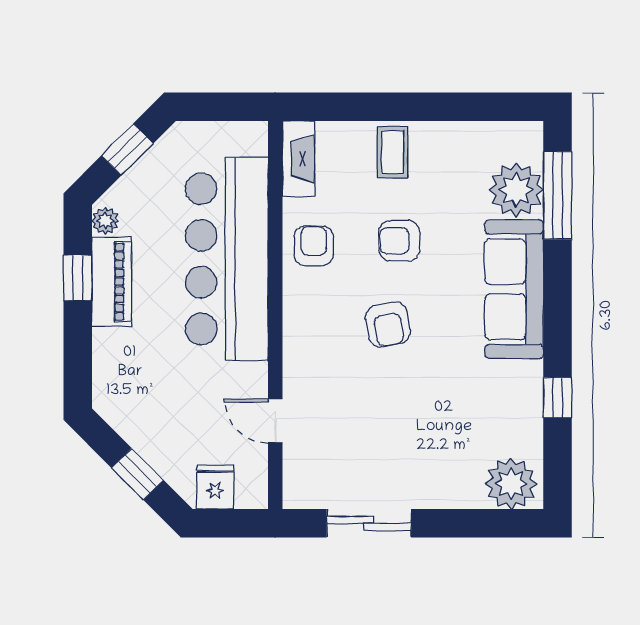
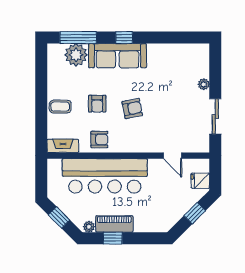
armchair: (314, 246) -> (99, 139), turned 180
window: (558, 398) -> (124, 38), moved
door: (275, 421) -> (173, 156), hinge flipped
plant: (511, 483) -> (204, 84), moved, width x0.53, depth x0.53

